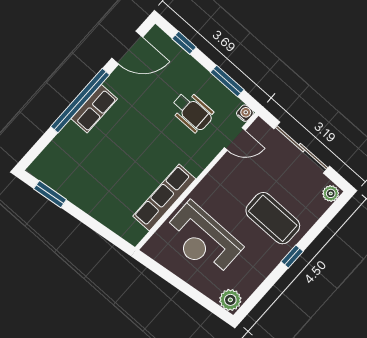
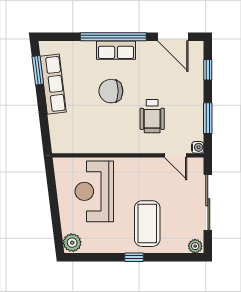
wheelchair: (192, 112) -> (152, 116), moved
chair: (126, 146) -> (111, 91), added
row of seats: (164, 197) -> (53, 84), moved, turned 83

